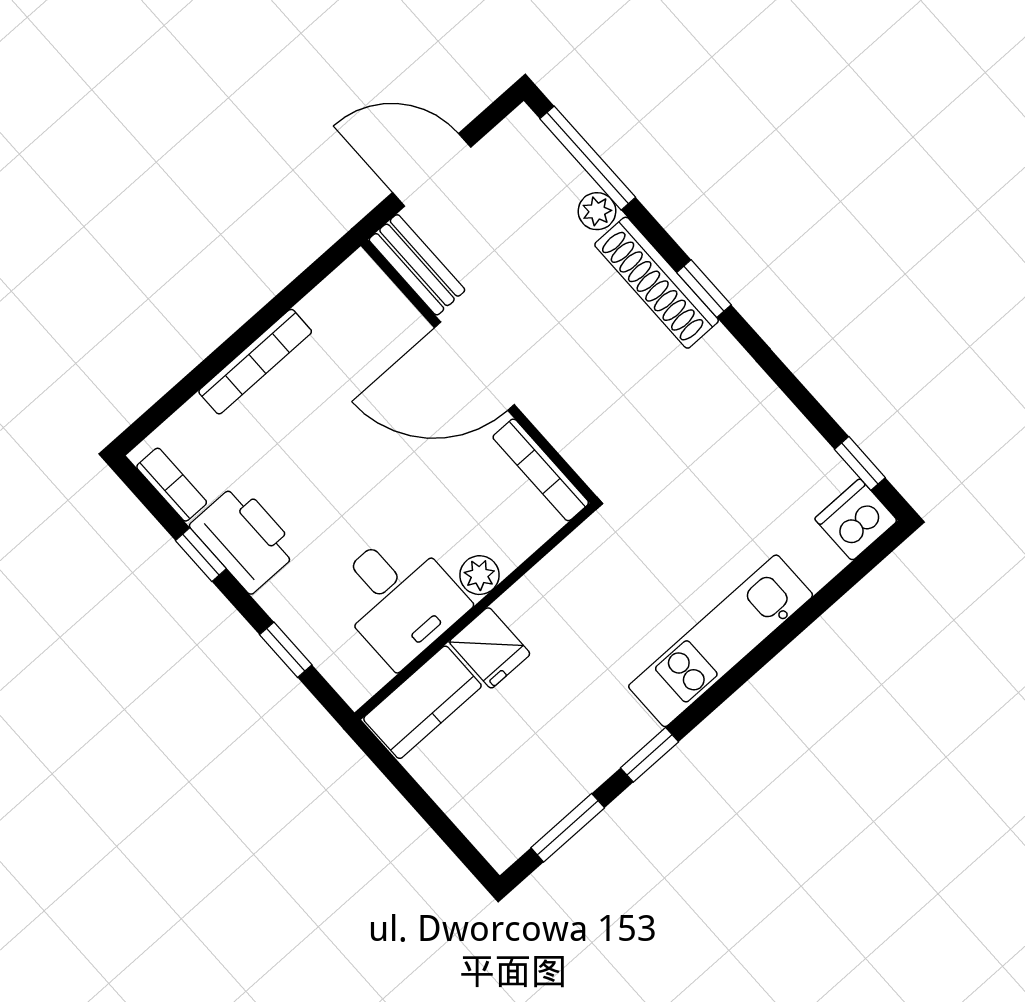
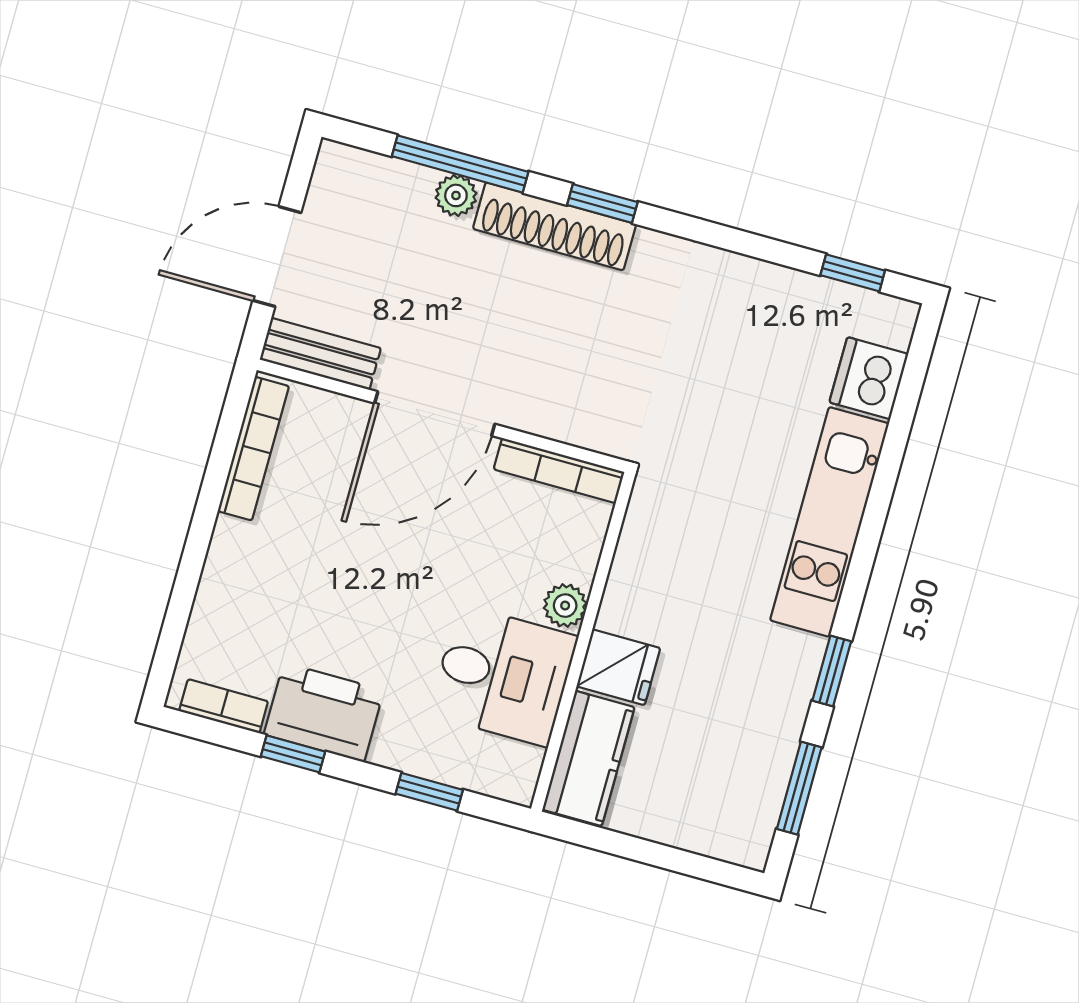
window: (588, 158) -> (460, 164), moved
bookcase: (255, 362) -> (253, 449), moved
dishwasher: (856, 520) -> (869, 378), moved

